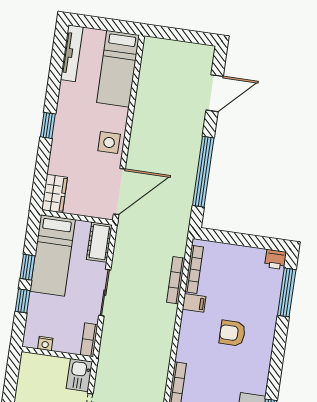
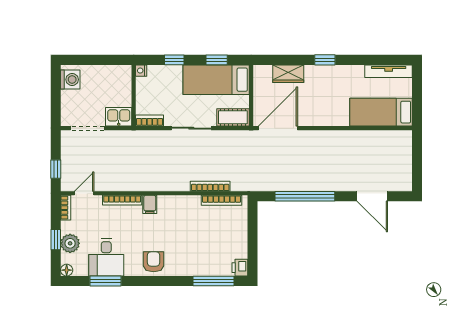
side table: (109, 143) -> (318, 113), removed
door: (119, 192) -> (278, 128), swing flipped
wardrobe: (54, 194) -> (288, 74), moved
window: (27, 267) -> (217, 60), moved
filing cabinet: (194, 303) -> (150, 204), moved
armchair: (232, 333) -> (154, 262), moved
nightstand: (45, 344) -> (141, 71), moved

